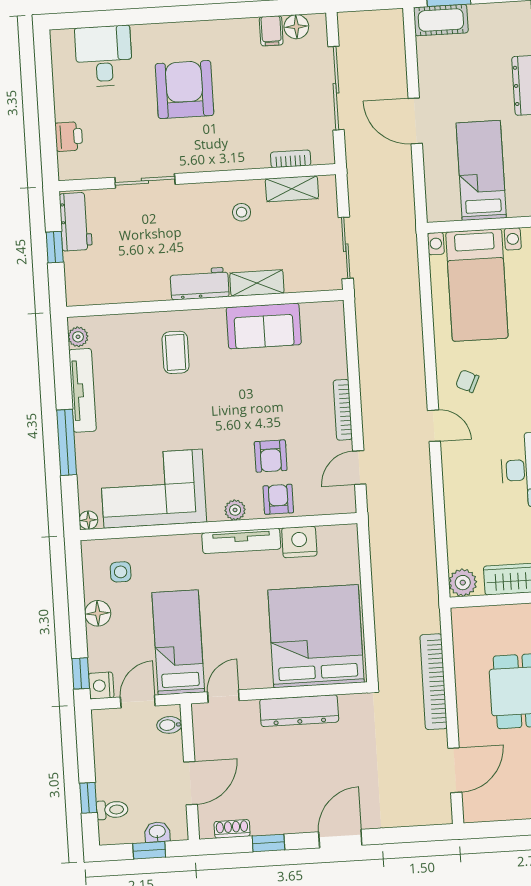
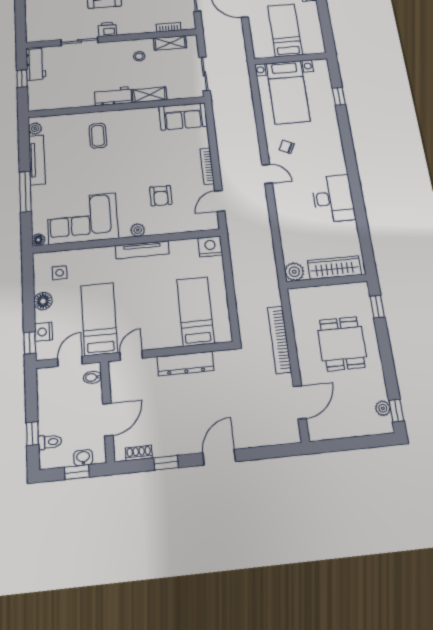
printer: (69, 137) -> (107, 29), moved, turned -90
sofa: (264, 326) -> (183, 116), moved
armchair: (278, 499) -> (167, 222), removed
nightstand: (299, 542) -> (210, 246), moved
bed: (316, 636) -> (195, 311), width x0.49
nightstand: (101, 686) -> (43, 332), moved

